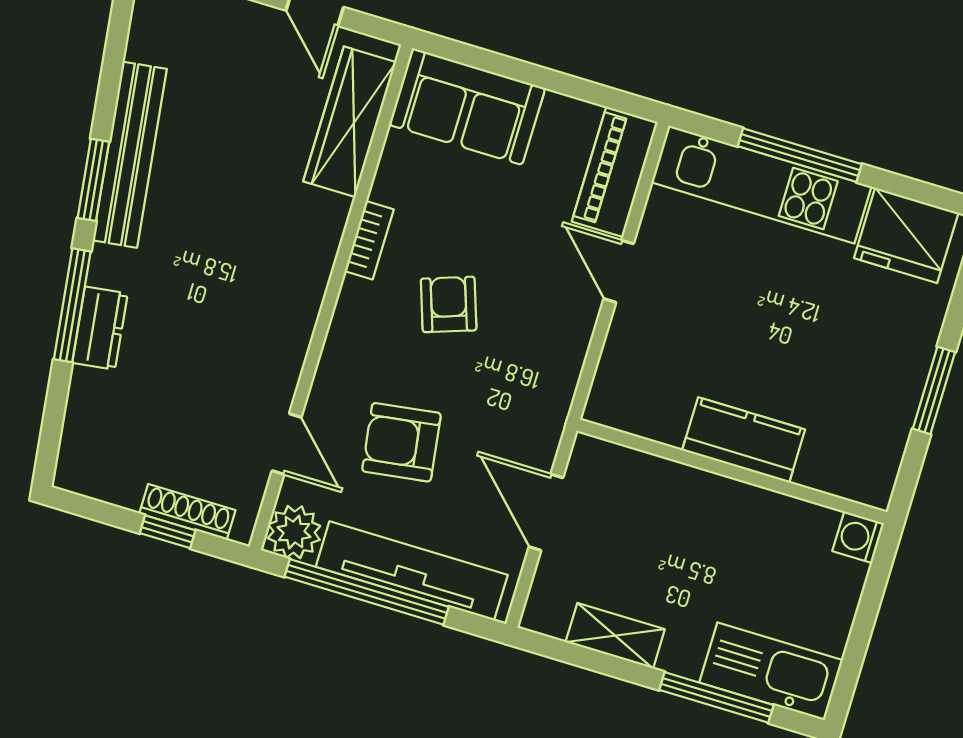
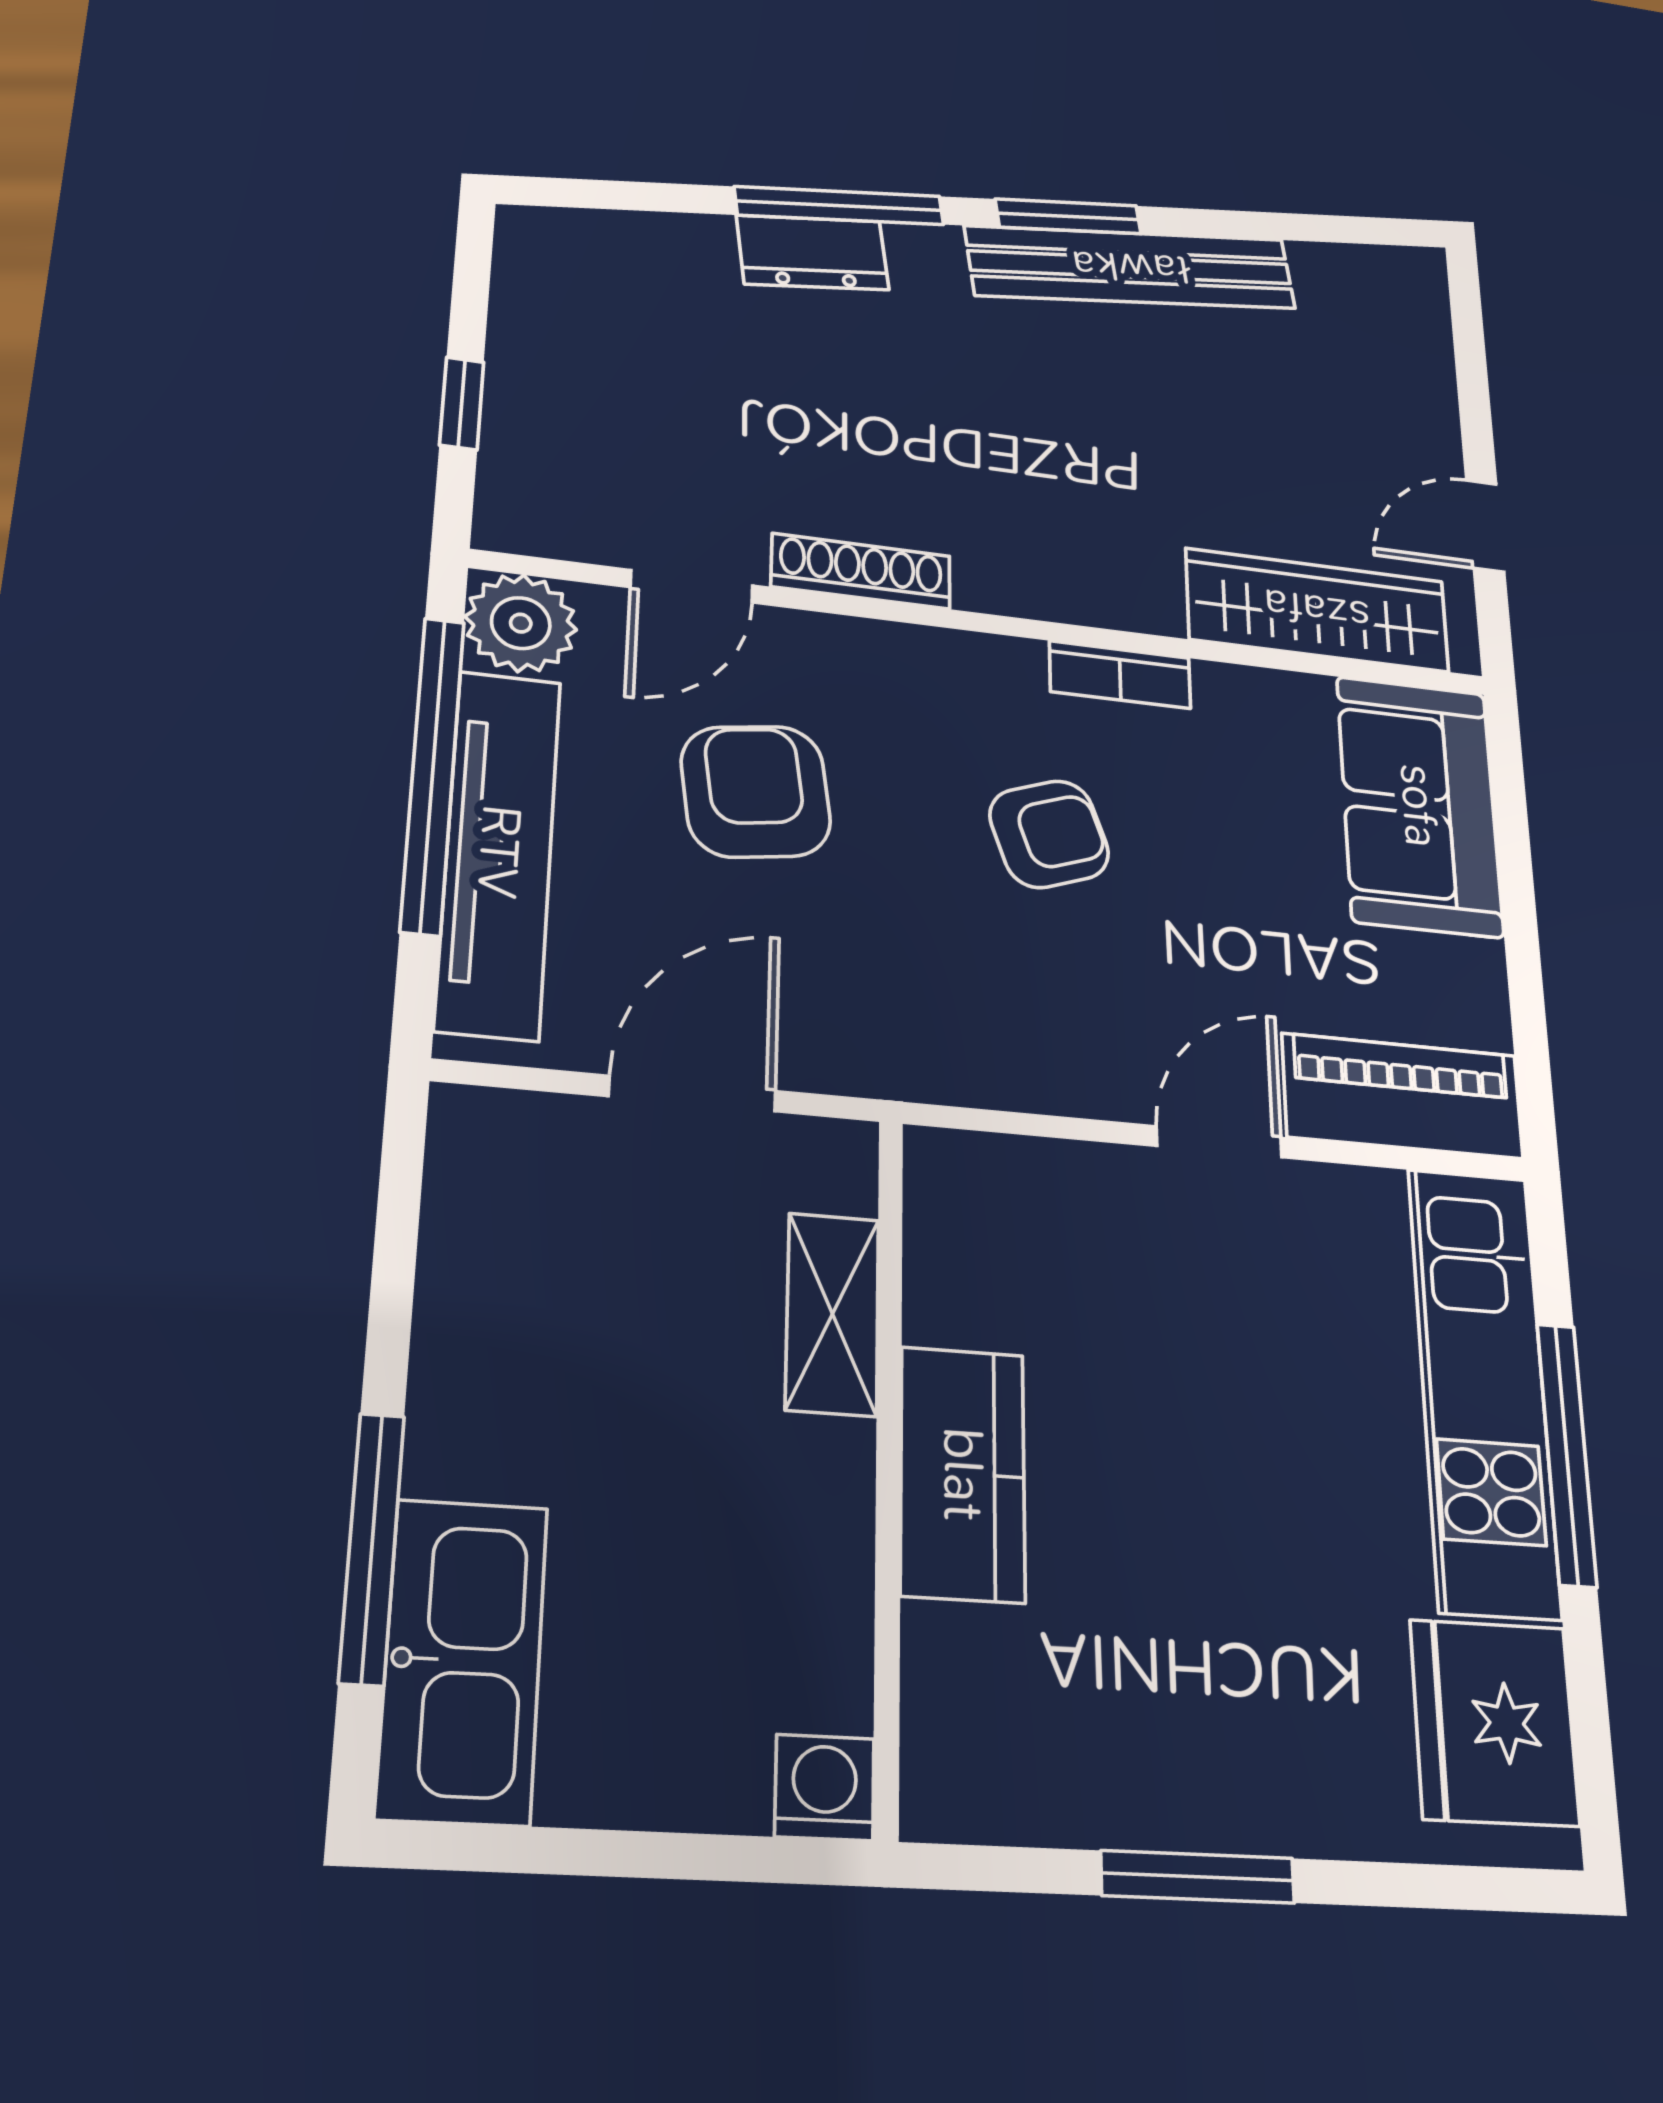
shoe rack: (187, 512) -> (861, 571), moved, turned -90
shelving: (615, 636) -> (832, 1314), moved

